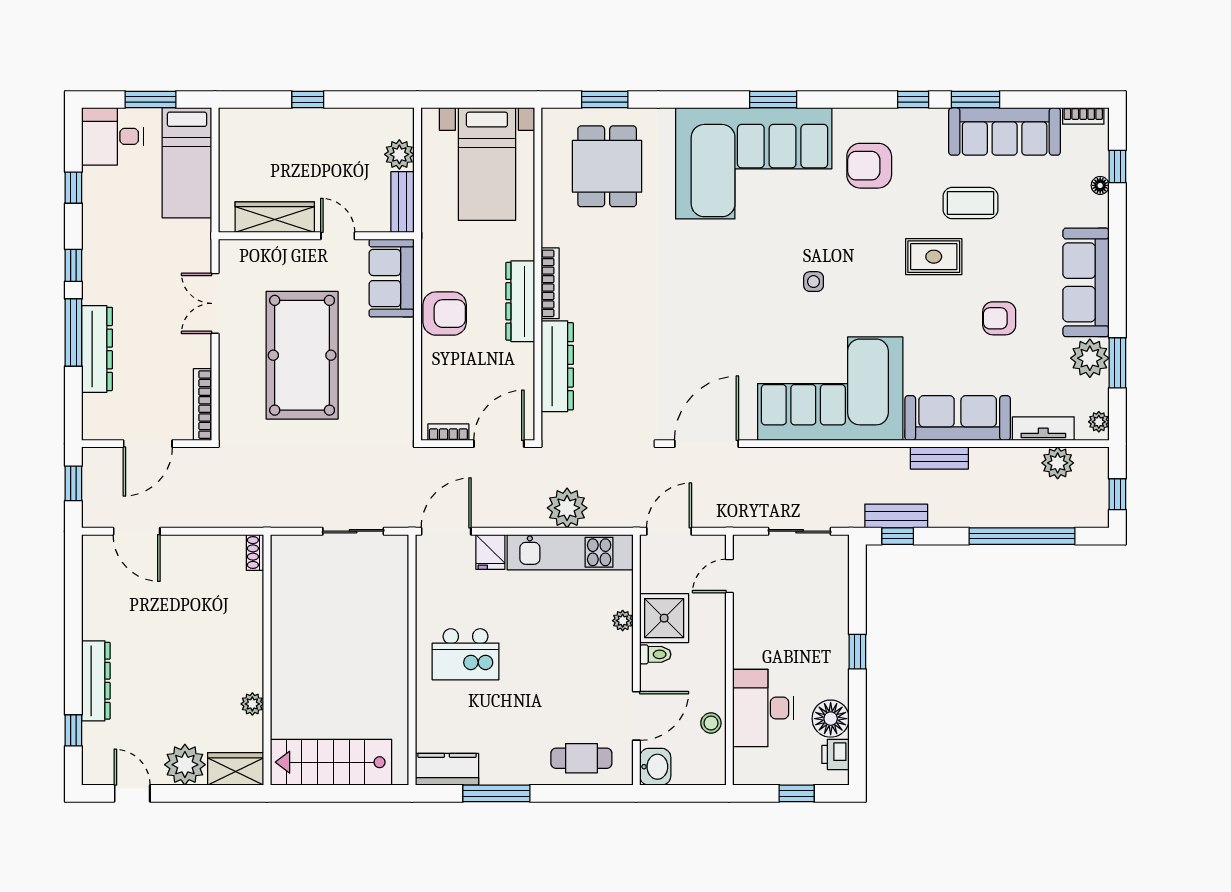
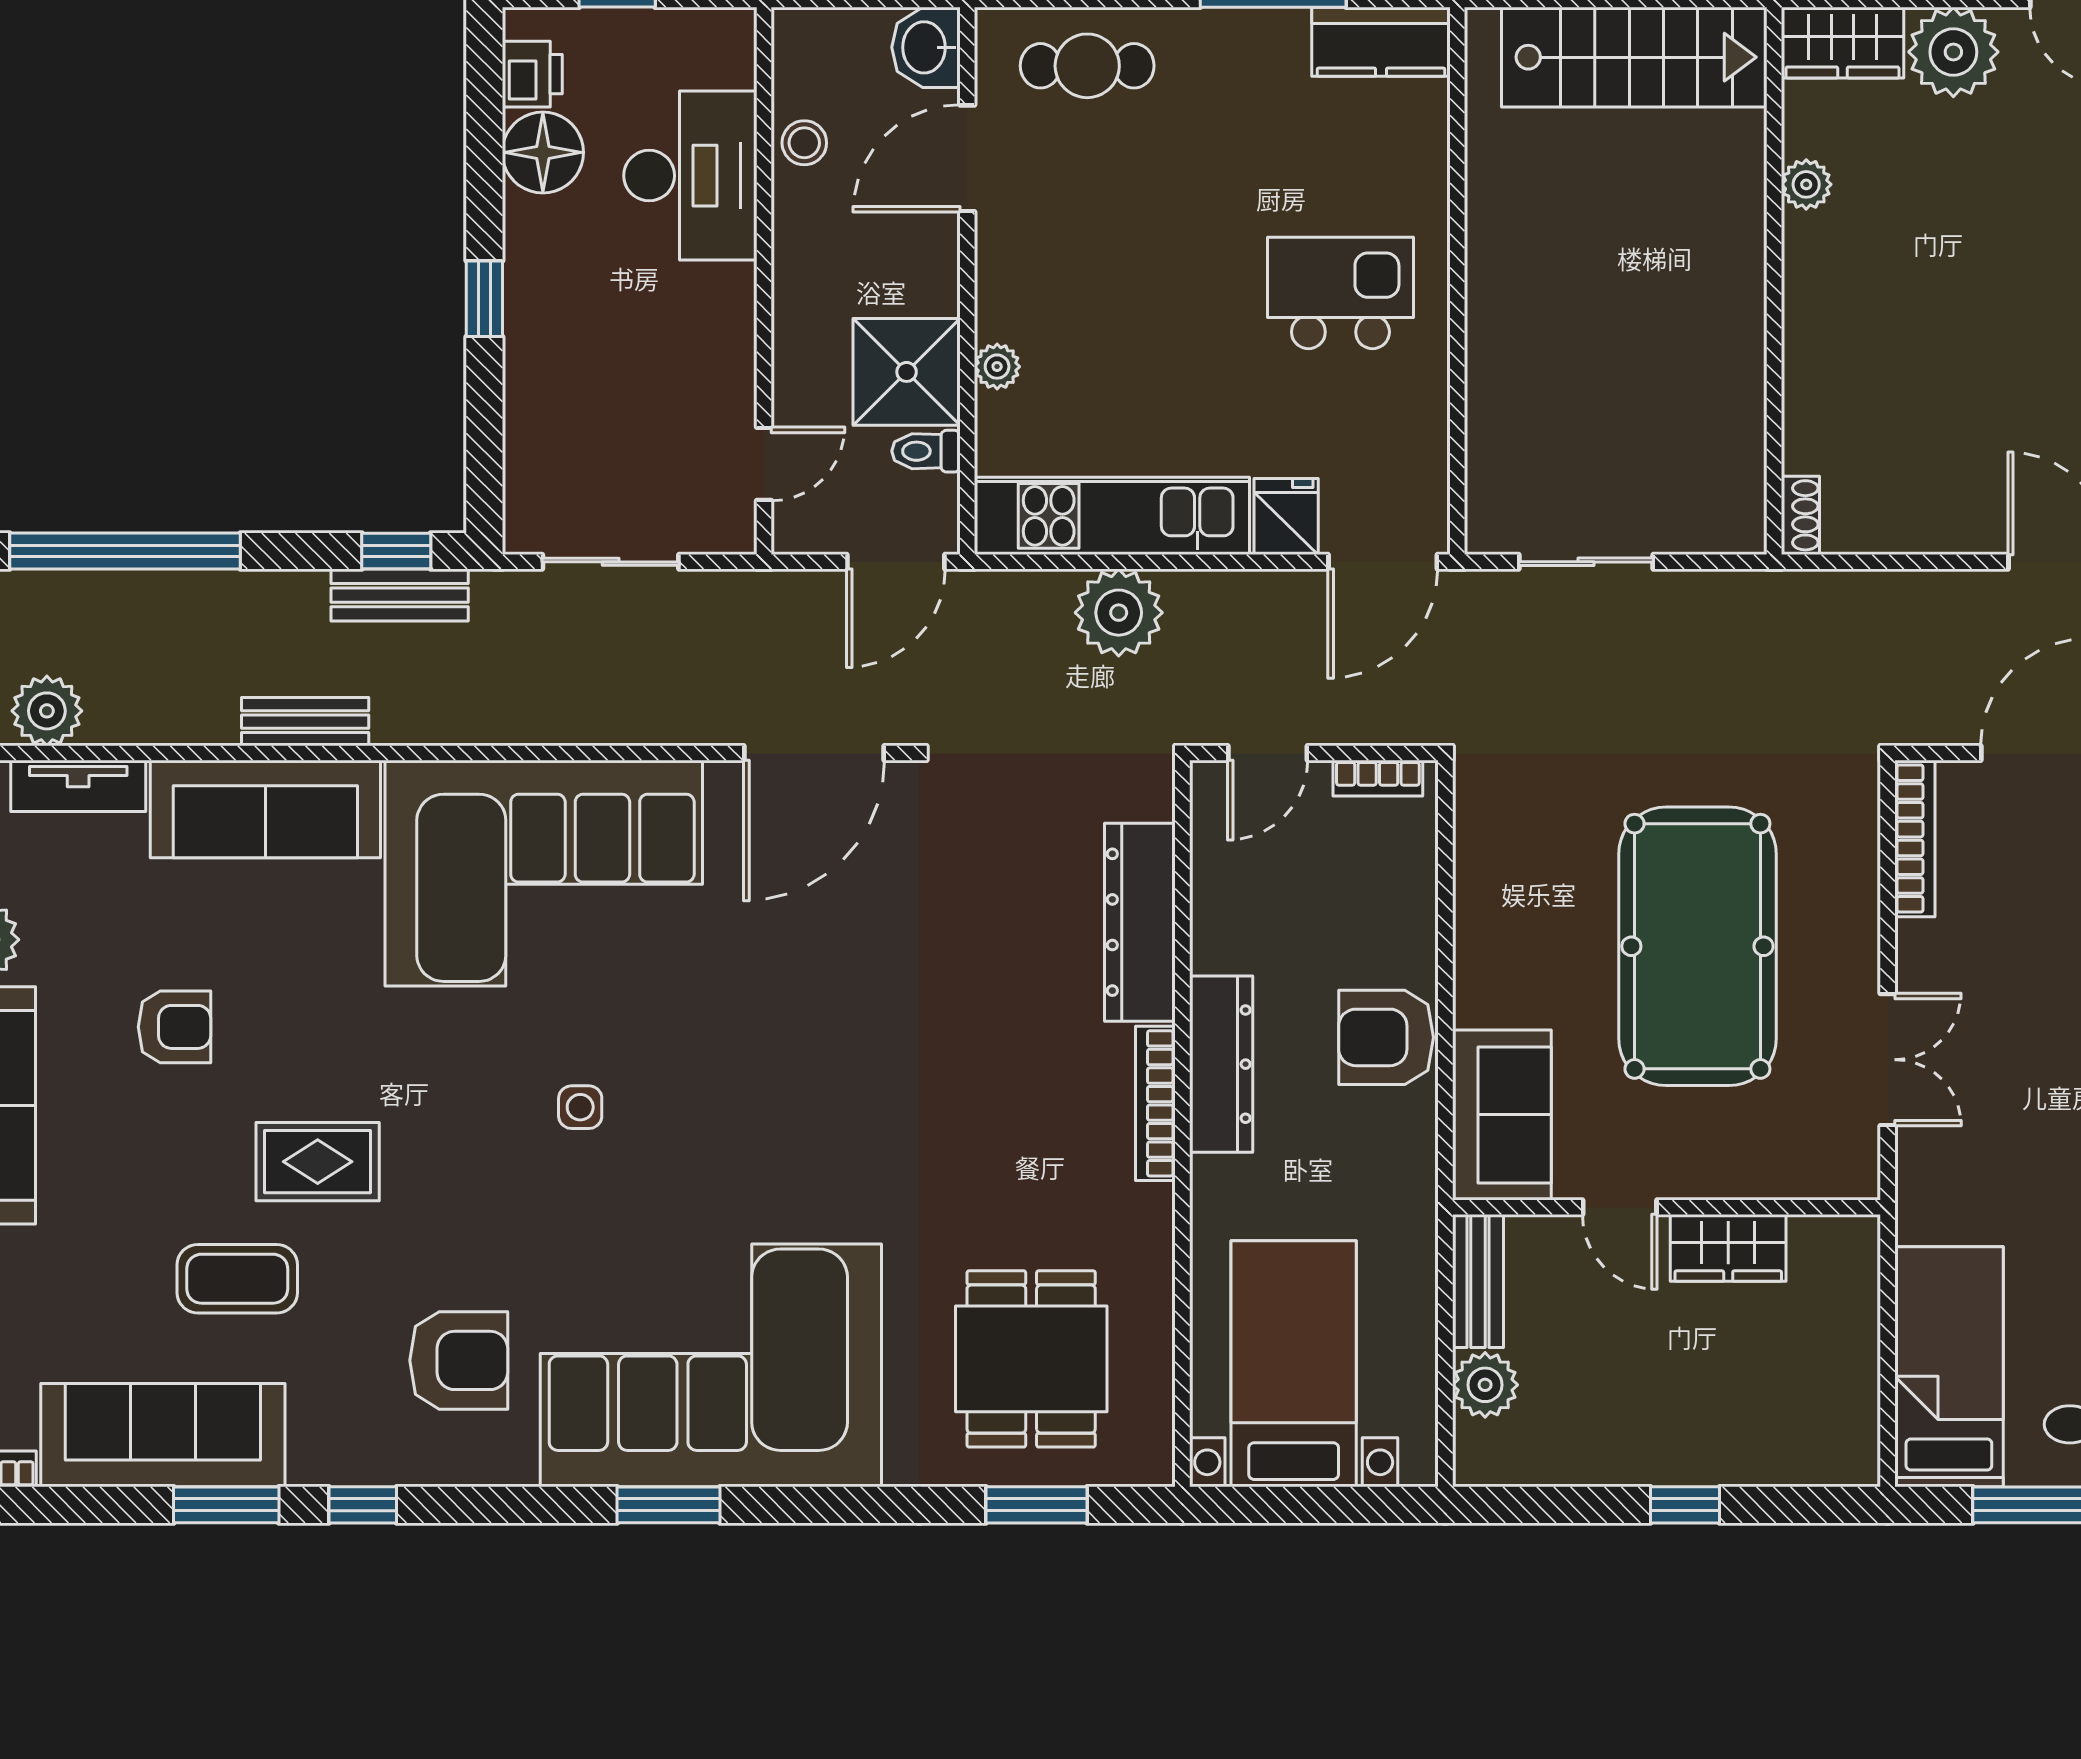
wardrobe: (275, 217) -> (1728, 1248), width x0.67
door: (499, 444) -> (1268, 753), width x0.73
toilet: (655, 654) -> (926, 451), moved

